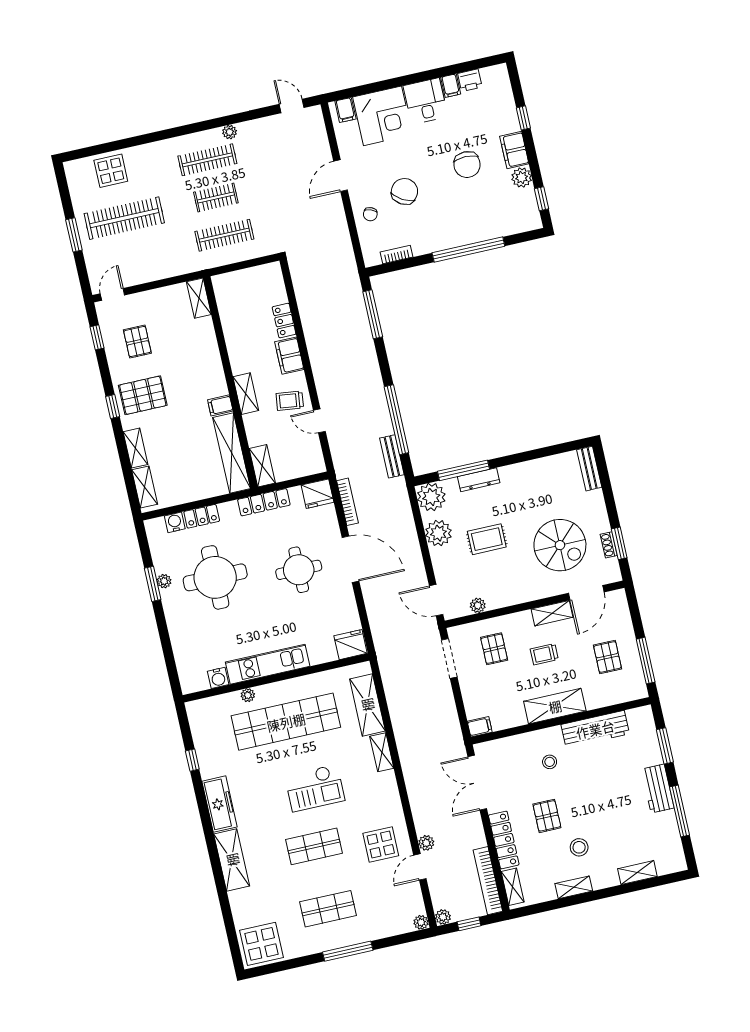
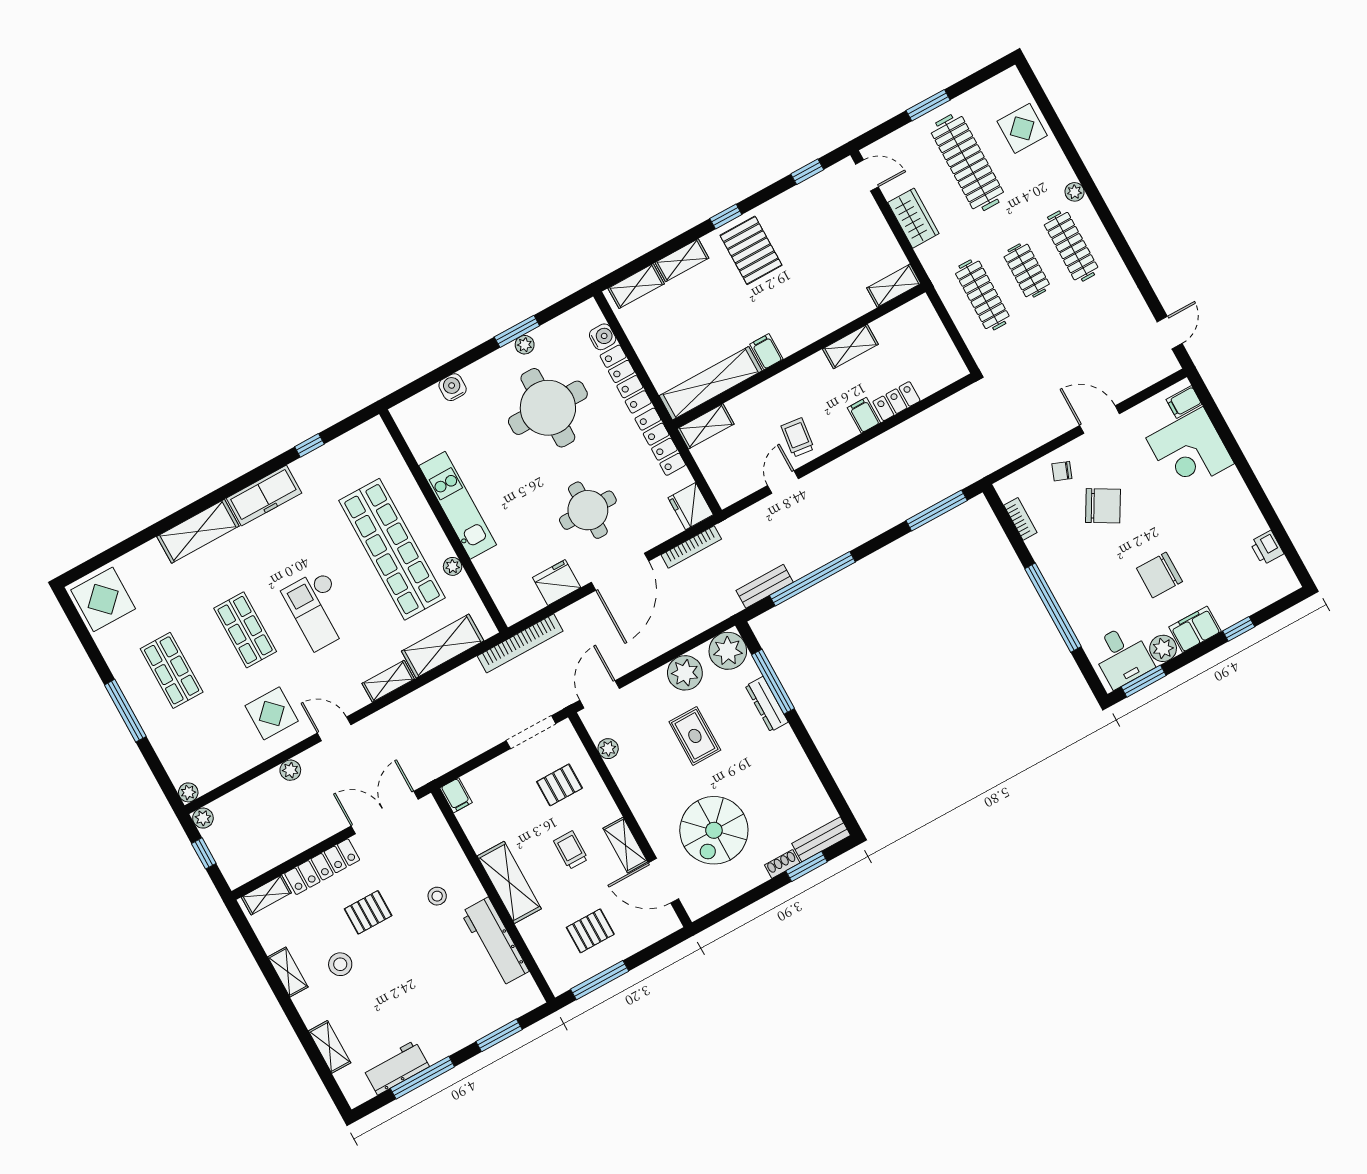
filing cabinet: (451, 86) -> (1253, 526), removed
desk: (425, 101) -> (1122, 656), moved, turned 90
plant: (230, 132) -> (1075, 192), moved
window: (542, 199) -> (1144, 681), width x1.50
wardrobe: (153, 269) -> (913, 218), added
pallet: (137, 342) -> (817, 224), removed
filing cabinet: (289, 356) -> (864, 415), width x0.50
shelving: (246, 394) -> (850, 347), moved
locker: (202, 516) -> (626, 379), width x1.53
window: (619, 543) -> (807, 866), moved
shoe rack: (609, 545) -> (782, 864), moved
fridge: (351, 645) -> (557, 583), moved, turned -90
water cooler: (218, 678) -> (453, 387), moved, turned 90
plant: (248, 695) -> (453, 566), moved
workbench: (658, 789) -> (396, 1068), moved
door: (420, 867) -> (334, 729), moved
bookcase: (488, 881) -> (520, 643), moved, turned 180

